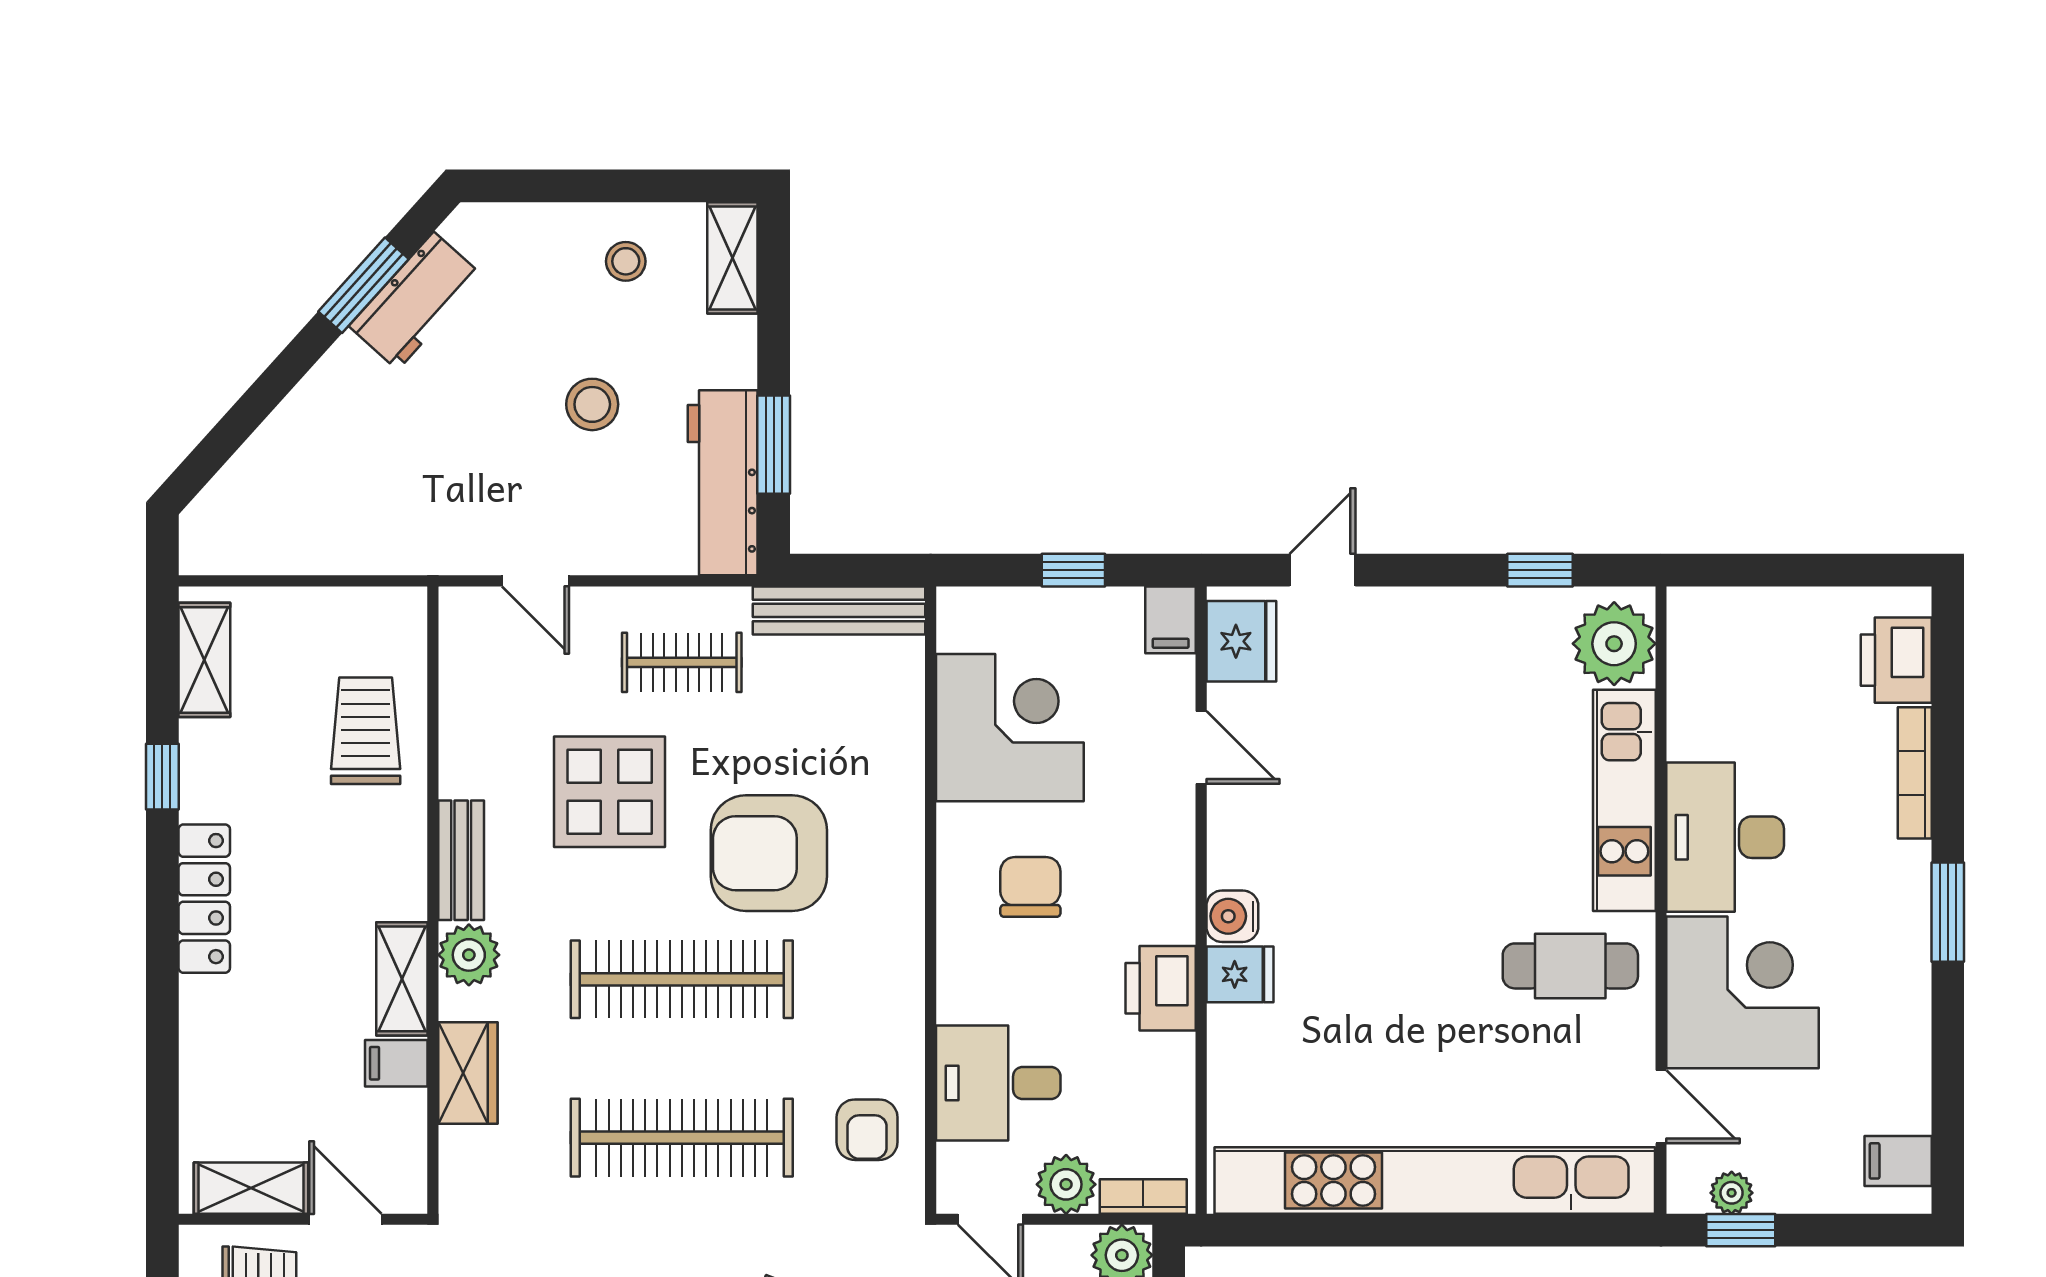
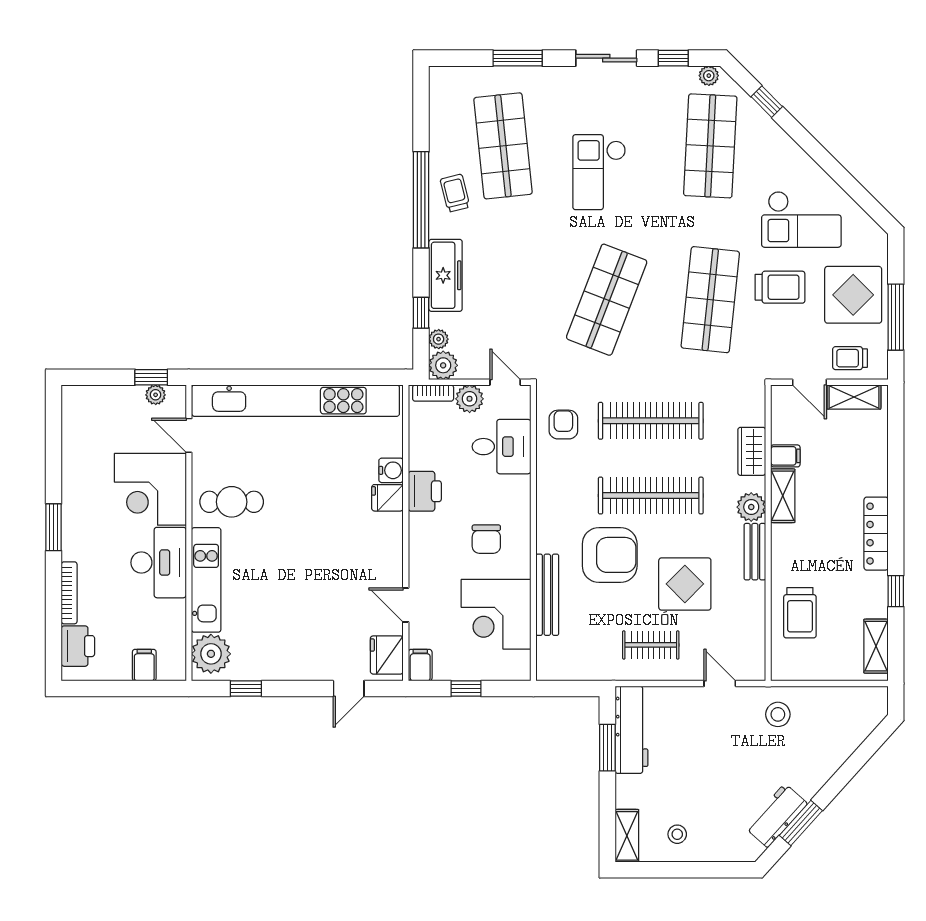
stool: (592, 404) -> (778, 714), moved
bench: (839, 610) -> (547, 595), moved, turned 90
water cooler: (1232, 916) -> (391, 470), moved
filing cabinet: (1898, 1161) -> (144, 665), moved, turned -90

